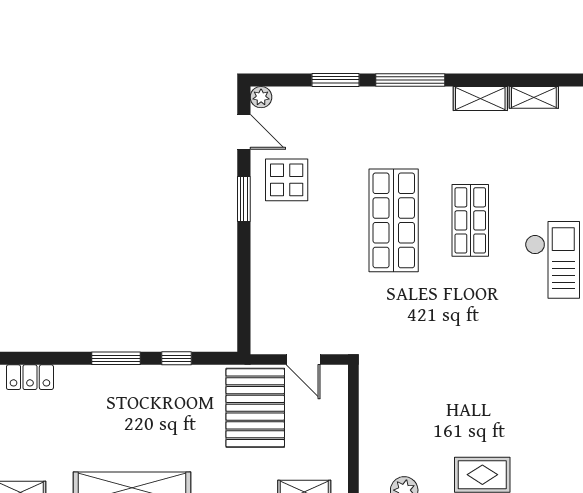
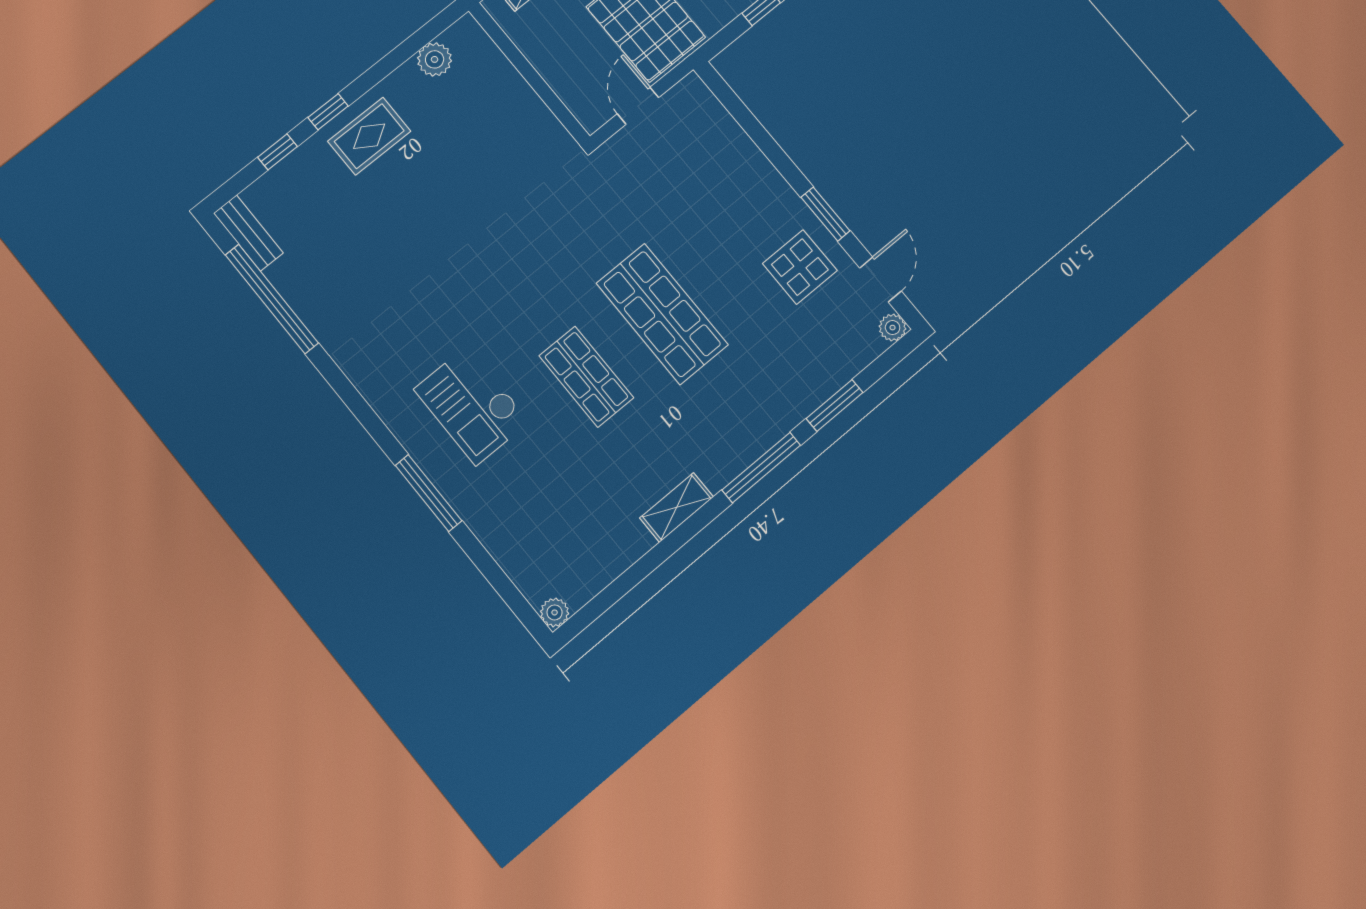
shelving: (534, 97) -> (624, 554), removed
door: (244, 132) -> (880, 280), swing flipped
door: (303, 360) -> (638, 106), hinge flipped

